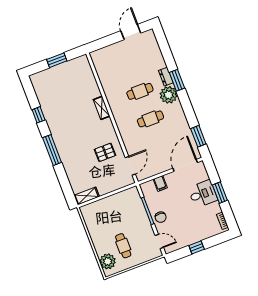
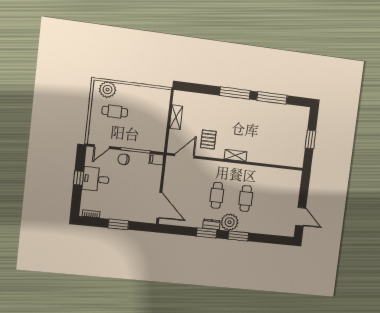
dresser: (166, 77) -> (211, 224), moved
shelving: (102, 108) -> (236, 155), moved
window: (39, 115) -> (272, 98), width x2.17
window: (198, 136) -> (207, 233), moved
door: (130, 166) -> (184, 156), swing flipped
filing cabinet: (160, 183) -> (156, 159), moved
desk: (203, 194) -> (96, 179), moved, turned 90
shelving: (87, 196) -> (176, 117), moved

